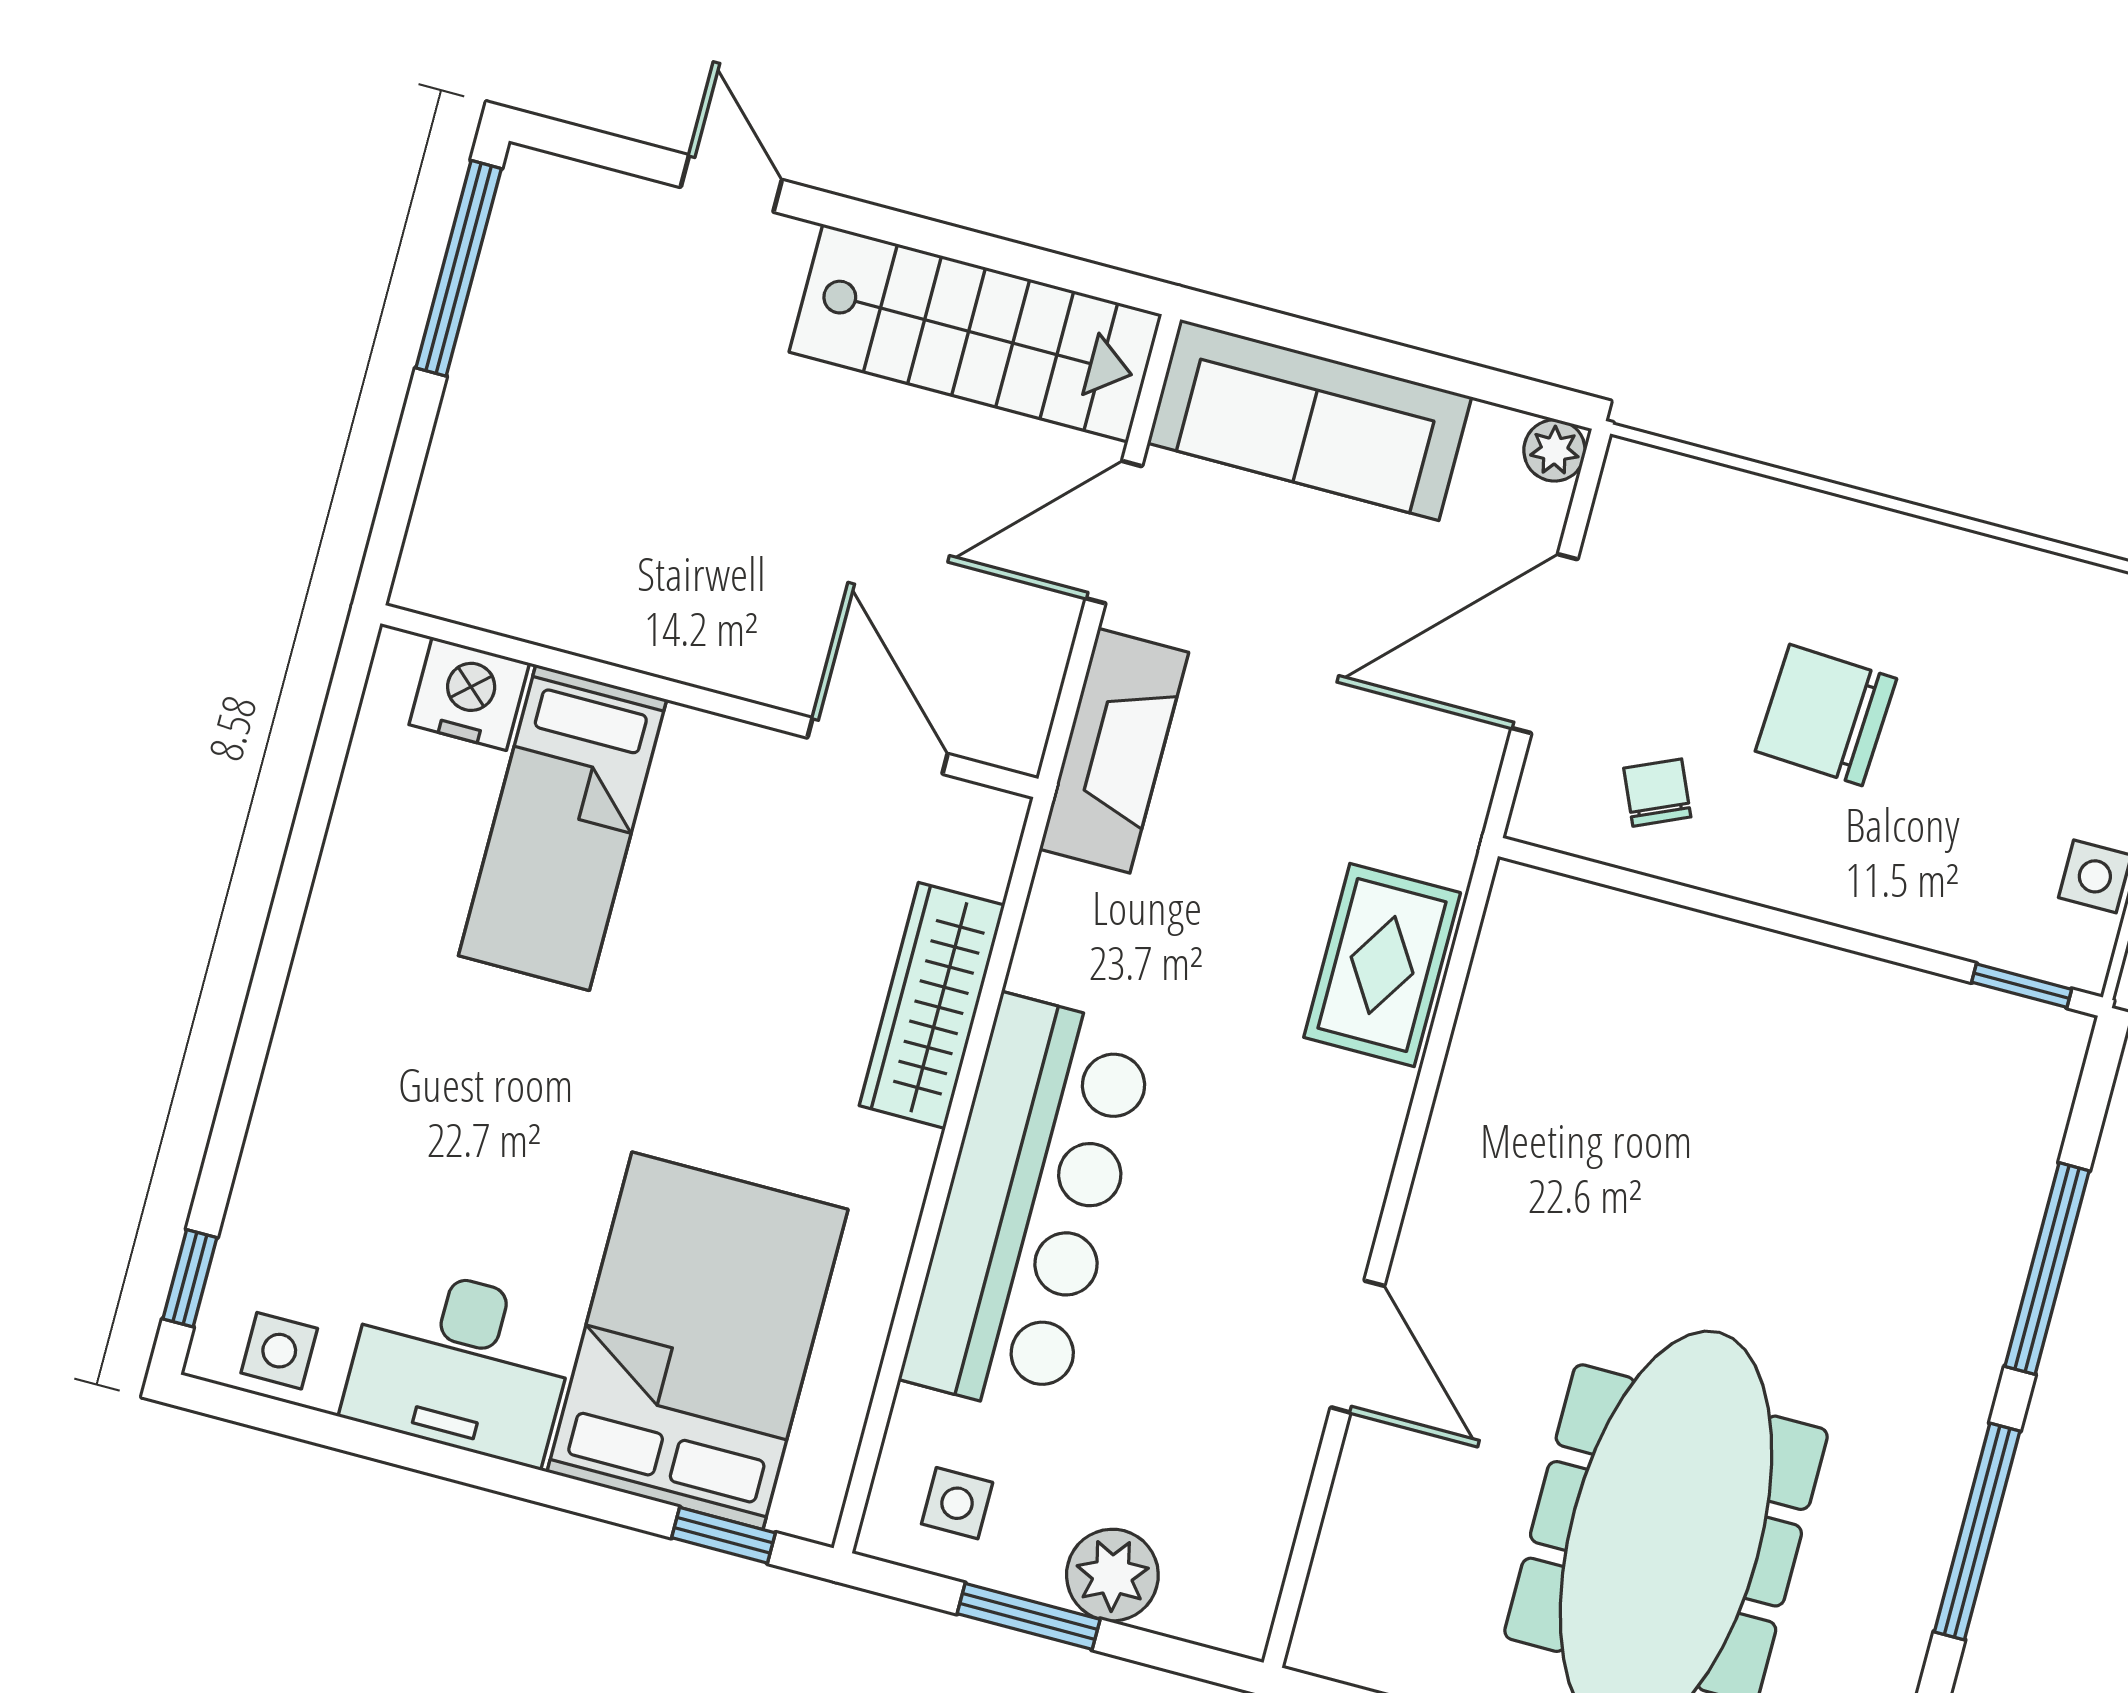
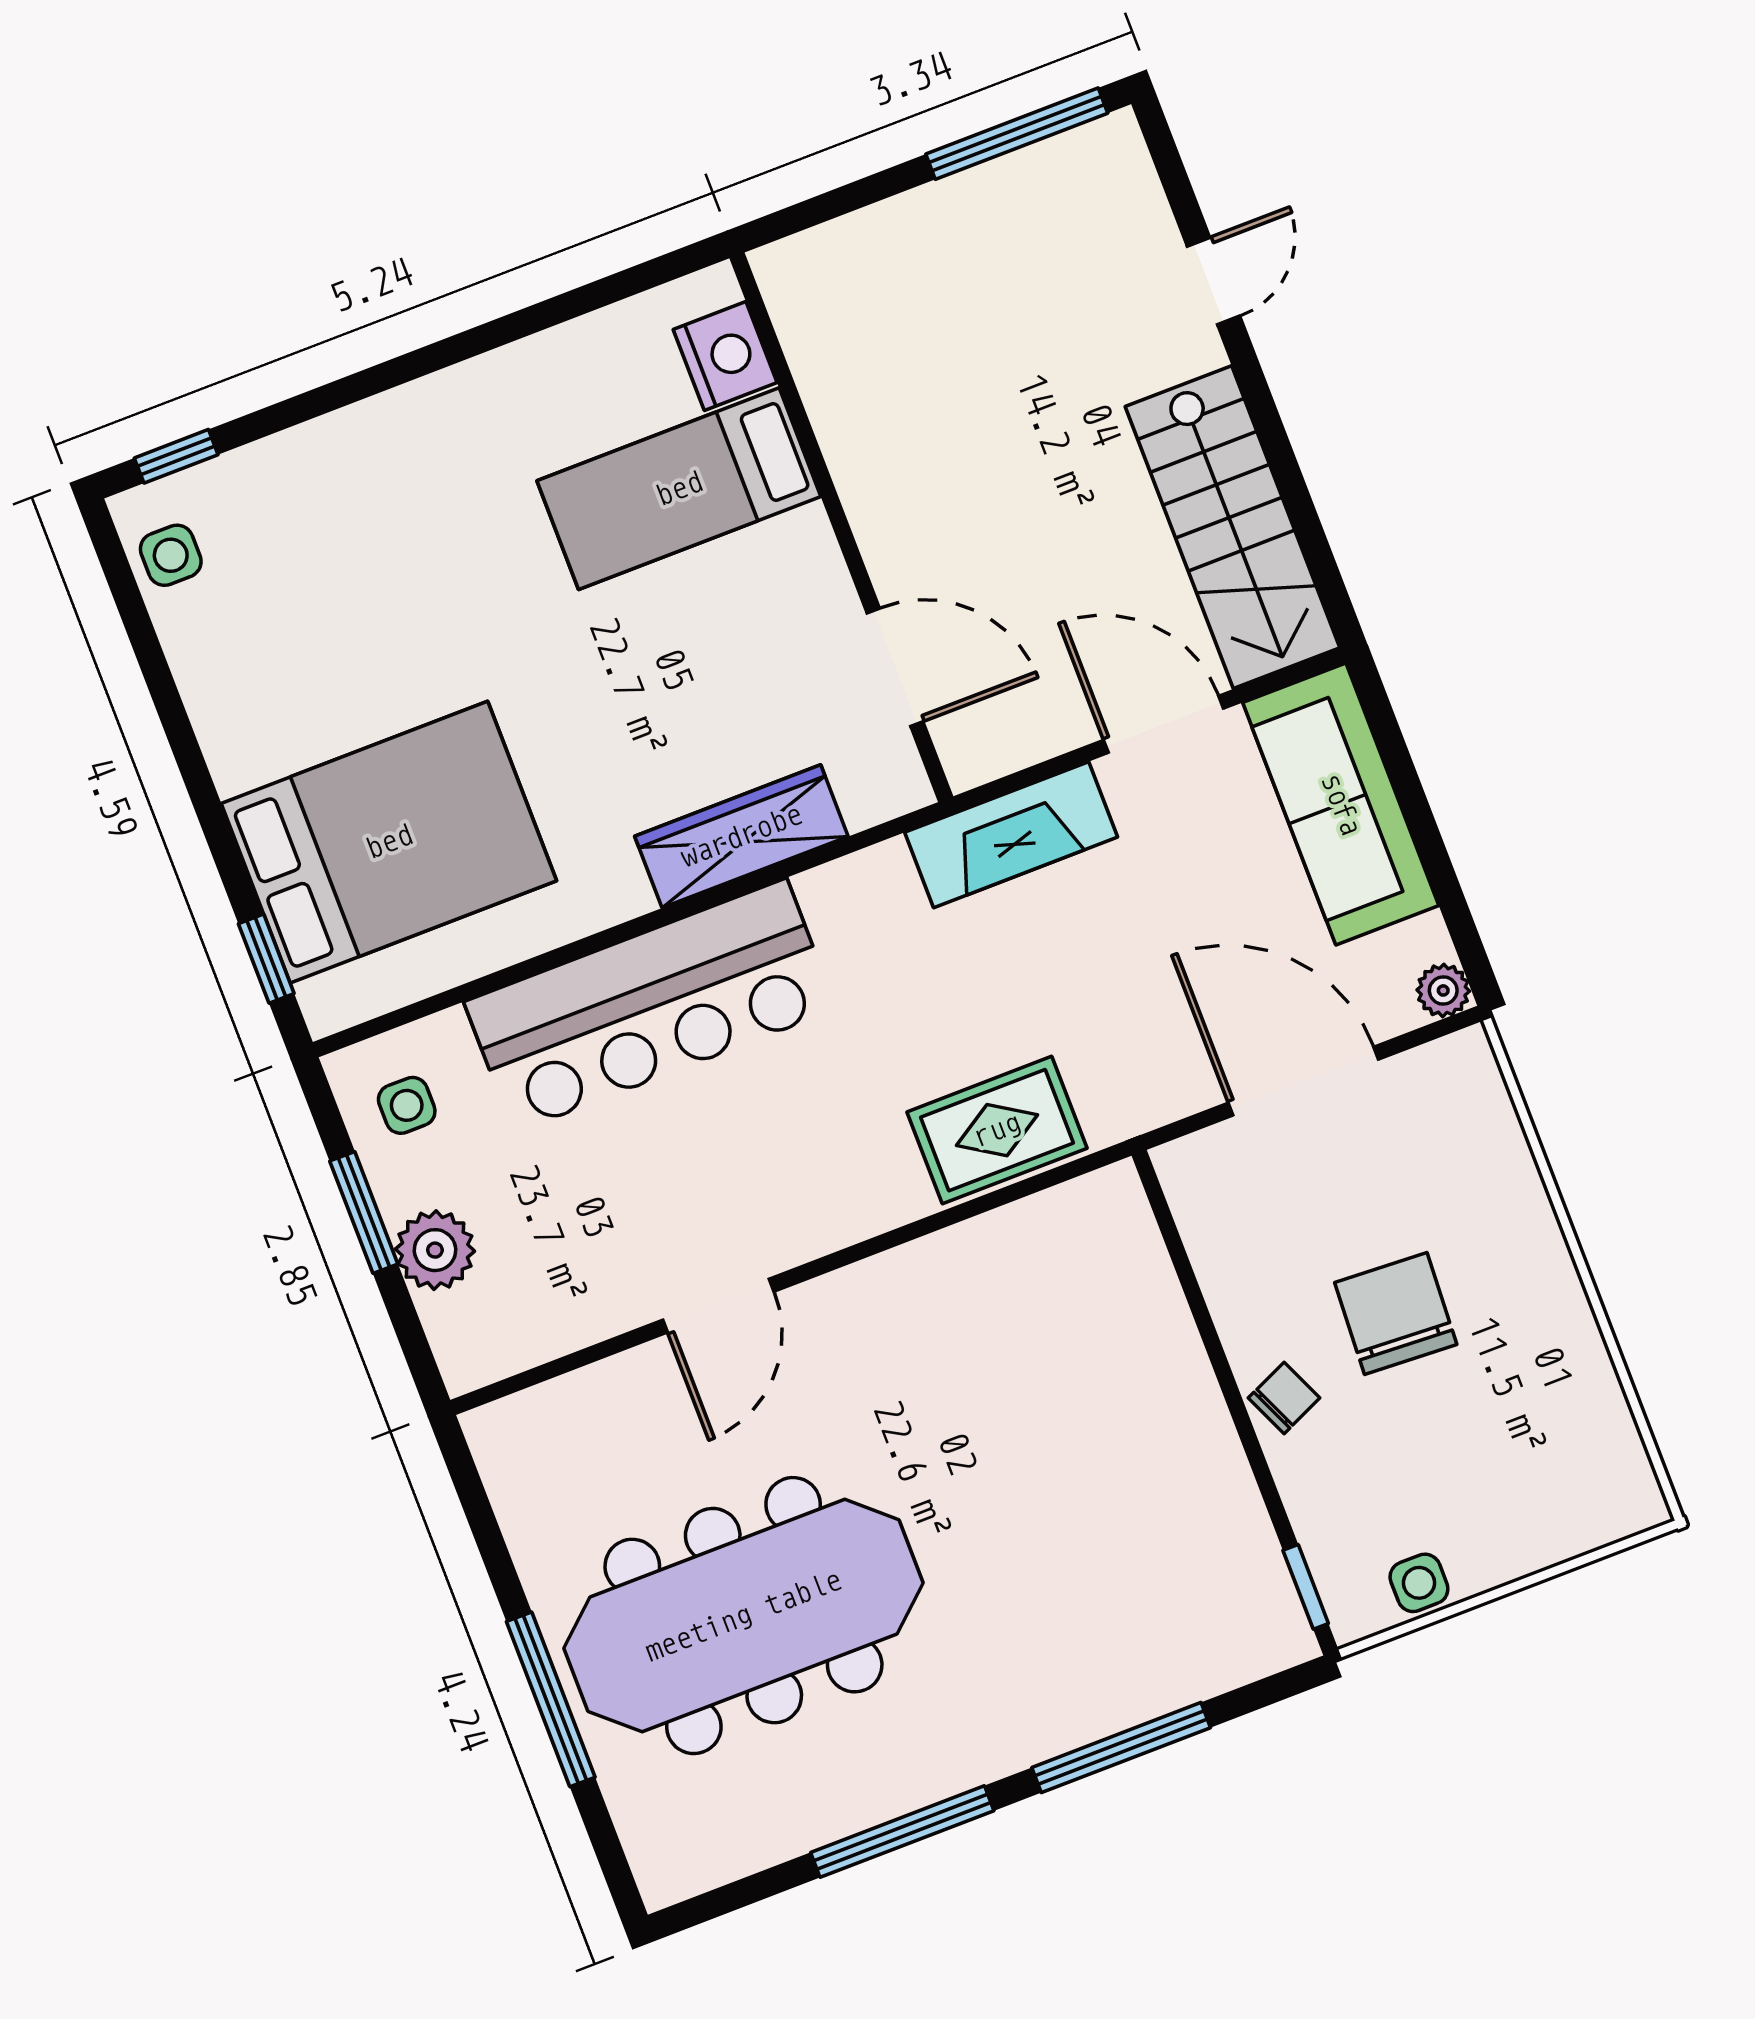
door: (877, 746) -> (895, 667), hinge flipped
chair: (1657, 793) -> (1284, 1398), moved
desk: (461, 1364) -> (253, 688), removed

